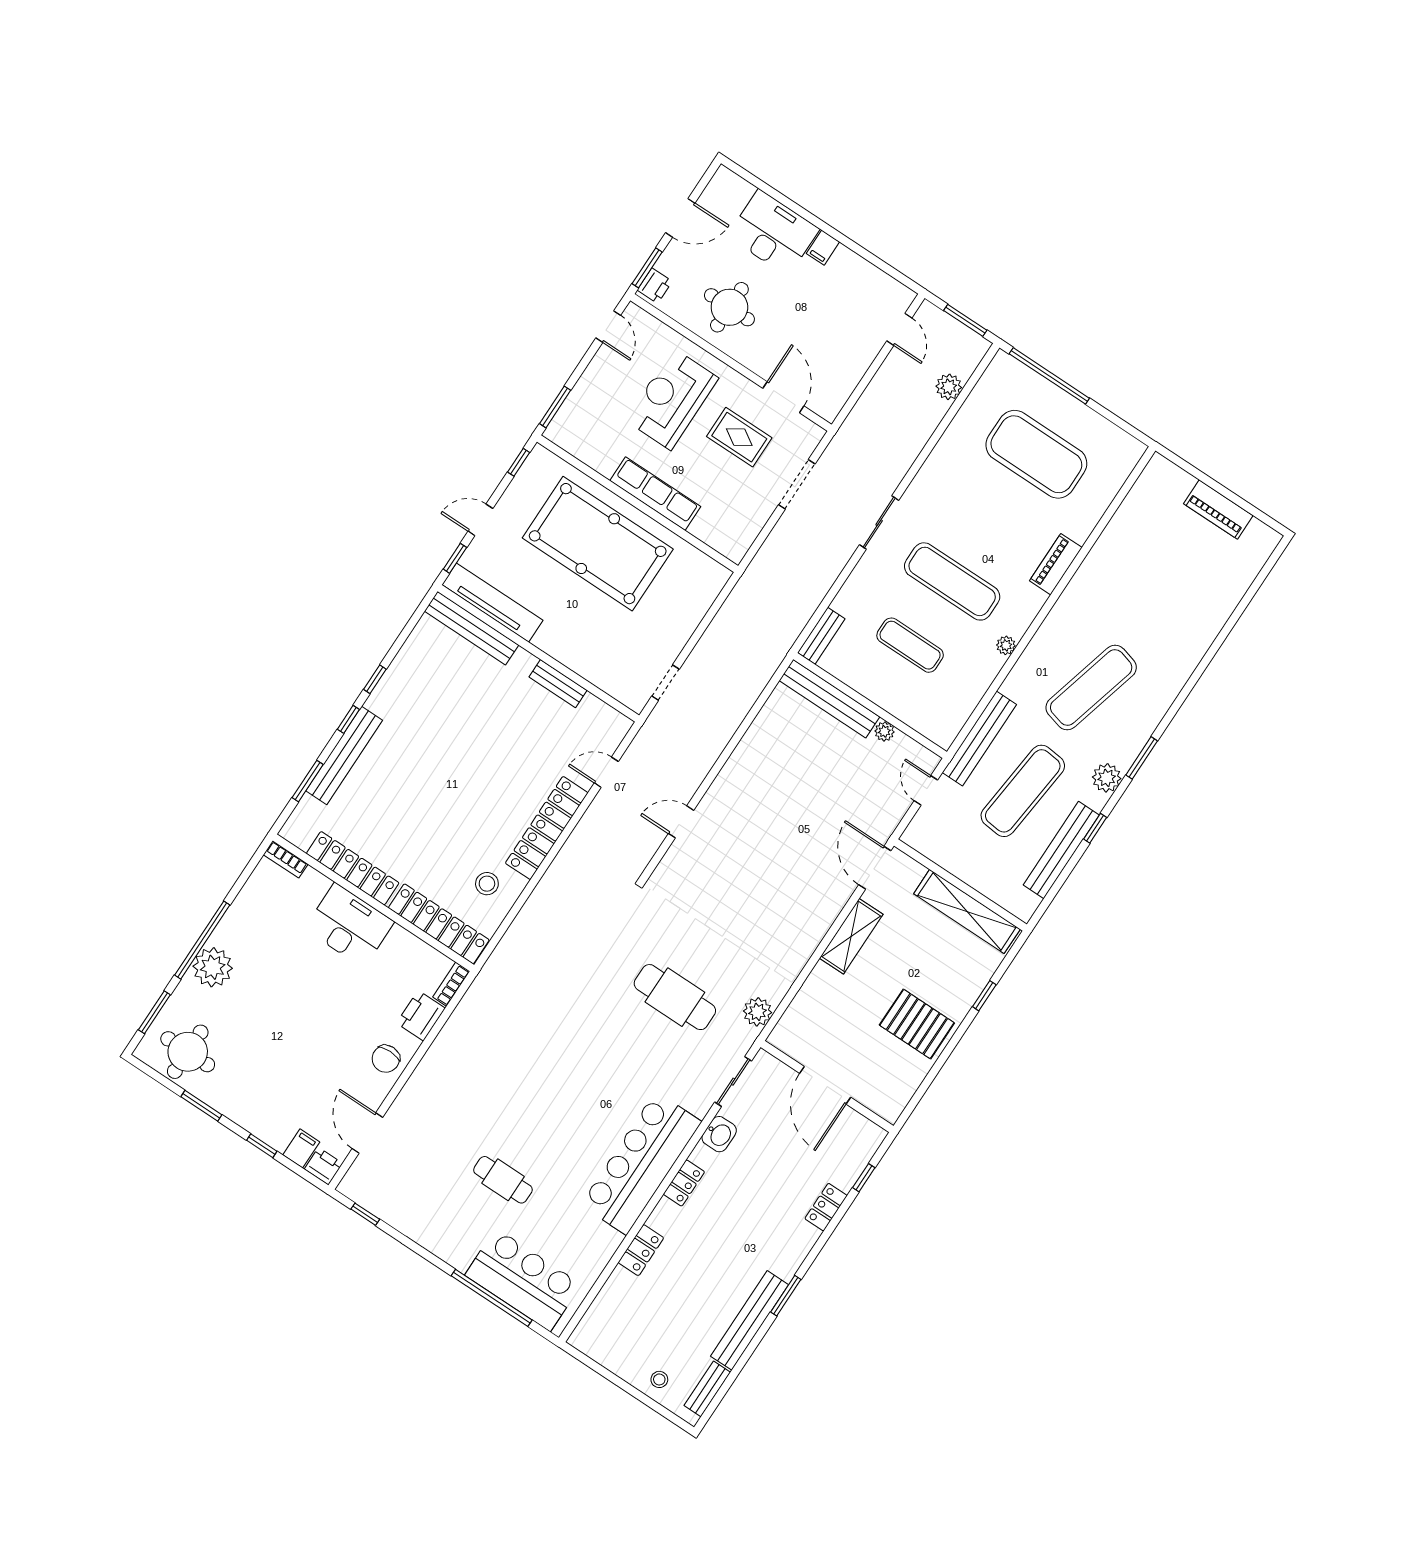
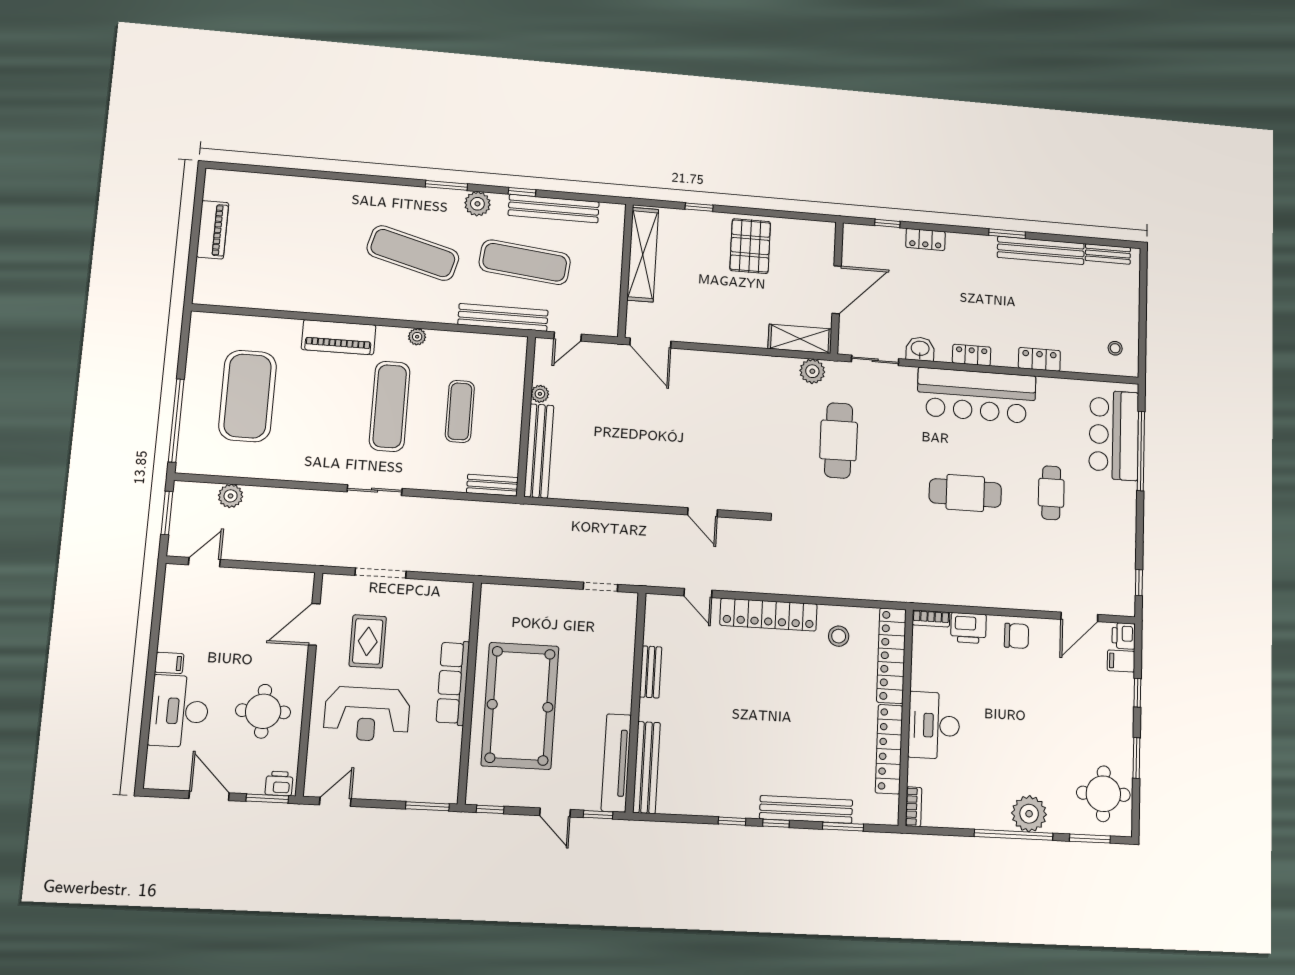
piano: (1056, 564) -> (339, 337), width x1.37, depth x1.33
door: (875, 868) -> (650, 343), hinge flipped
shelving: (851, 936) -> (800, 339), moved
cafe table: (552, 1093) -> (965, 493), added
stool: (659, 1379) -> (1115, 348), moved

